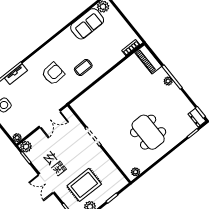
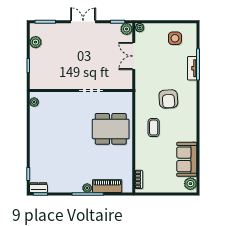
piano: (148, 59) -> (107, 186), moved
double door: (50, 119) -> (134, 56), moved
dining table: (148, 132) -> (111, 129), moved
rug: (84, 185) -> (57, 51), removed

